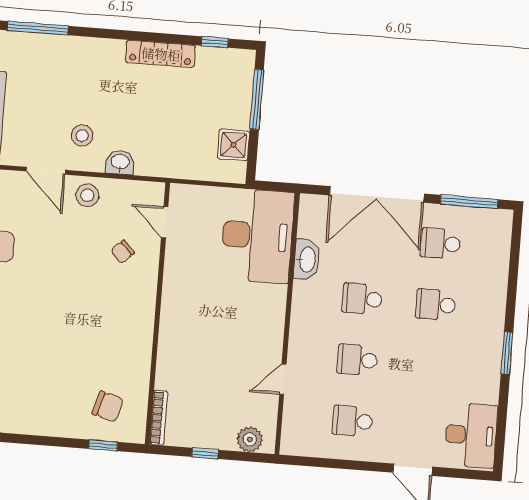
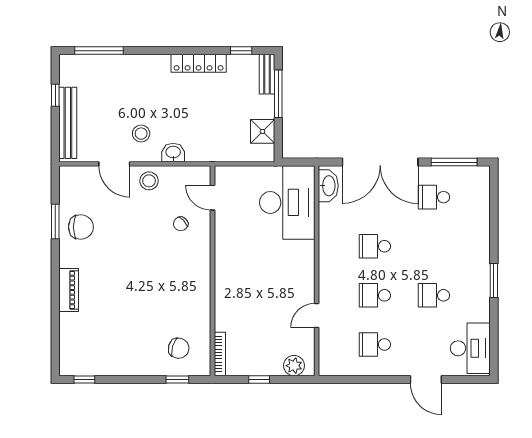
bench: (245, 74) -> (267, 74), added
washbasin: (307, 259) -> (328, 186), moved
school desk: (436, 305) -> (434, 295), moved

